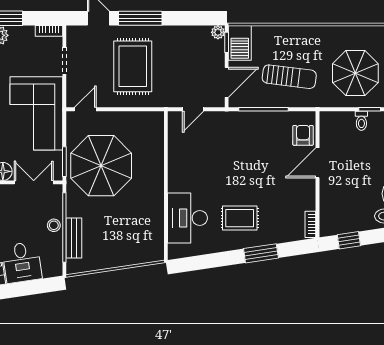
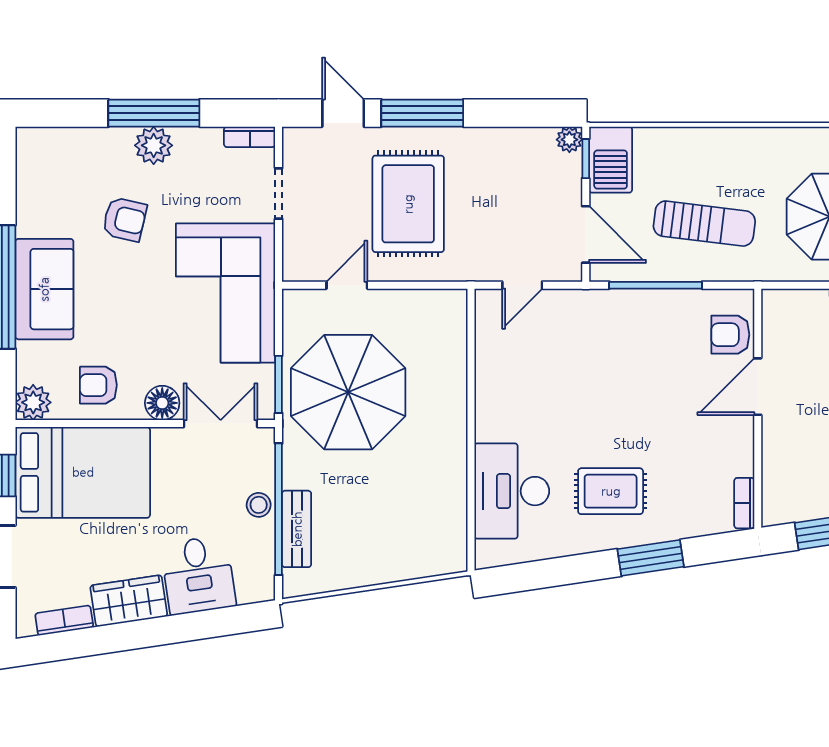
door: (227, 82) -> (586, 234), hinge flipped
door: (85, 109) -> (347, 285), moved
armchair: (303, 135) -> (730, 335), turned -90

